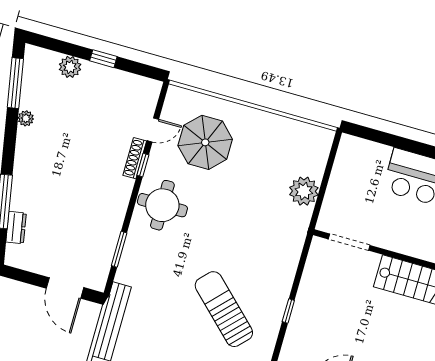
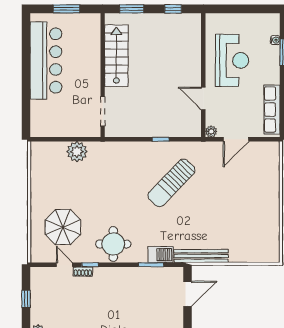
window: (103, 59) -> (26, 299), moved
shoe rack: (135, 158) -> (83, 272), width x0.70
barbecue: (129, 266) -> (161, 255), added

